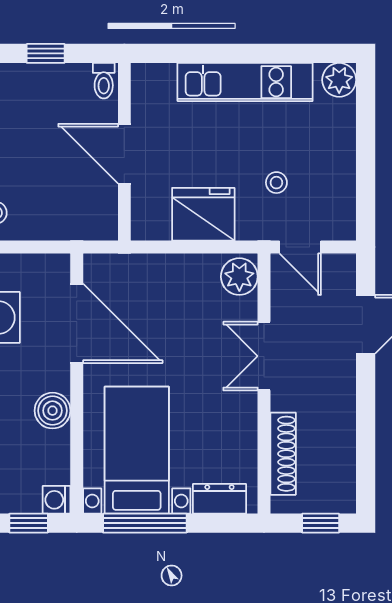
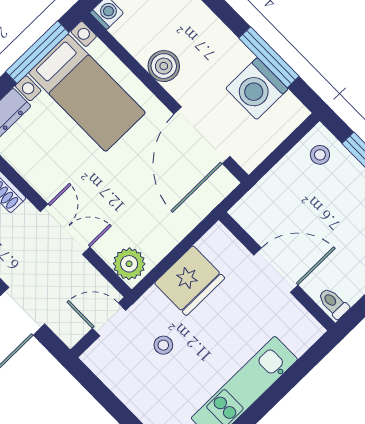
door: (77, 323) -> (202, 135), hinge flipped

